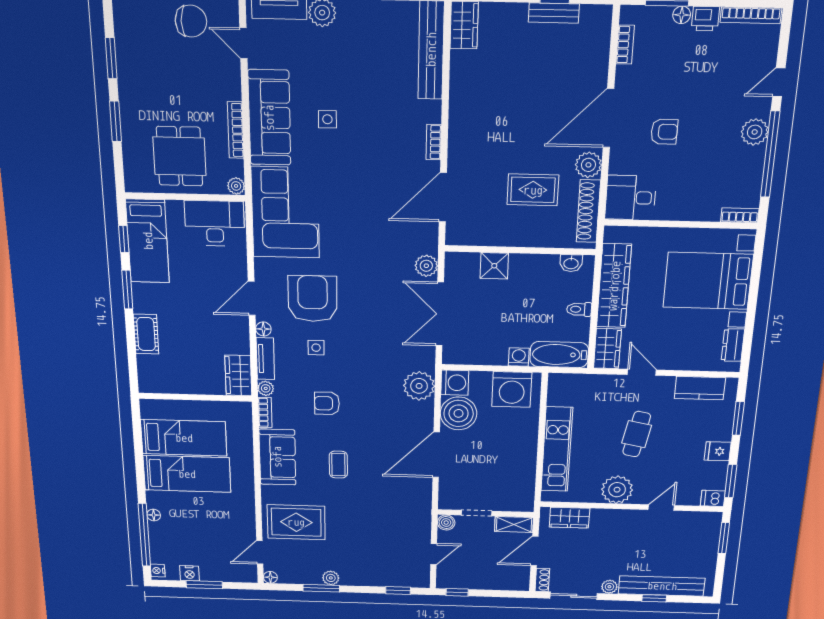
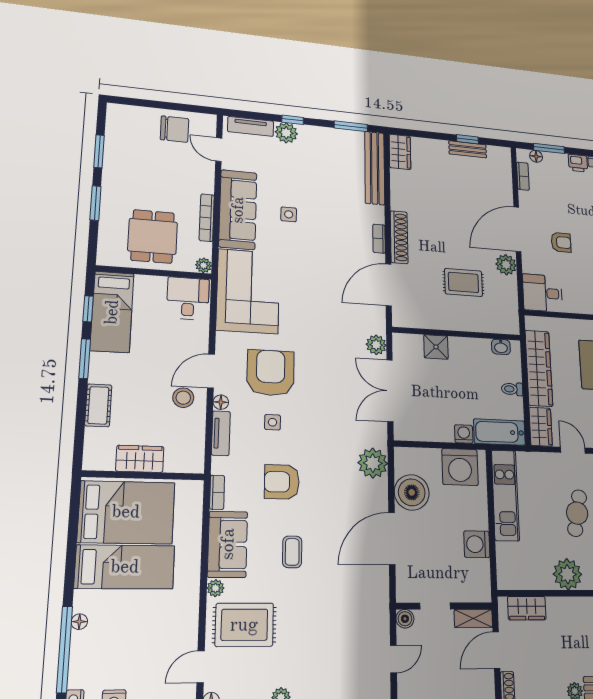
floor lamp: (682, 15) -> (536, 156), moved
shoe rack: (588, 211) -> (399, 237), moved, turned 180
desk: (215, 223) -> (188, 298), width x0.73
stool: (226, 325) -> (183, 398), added
wardrobe: (238, 375) -> (140, 459), moved, turned 90
washing machine: (455, 383) -> (477, 544), moved, turned 180
plant: (266, 388) -> (215, 588), moved
armchair: (327, 403) -> (282, 482), width x1.38, depth x1.38
bed: (184, 438) -> (126, 512), width x1.50
kitchen unit: (557, 449) -> (505, 495), moved

